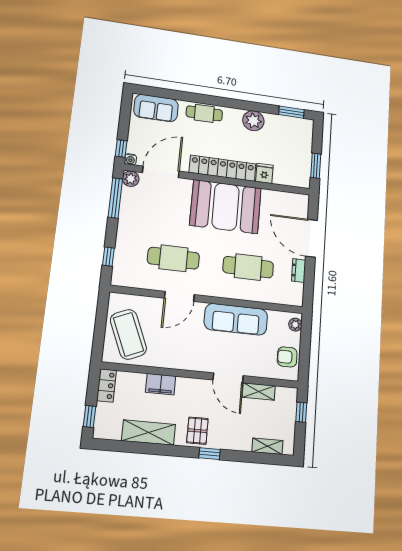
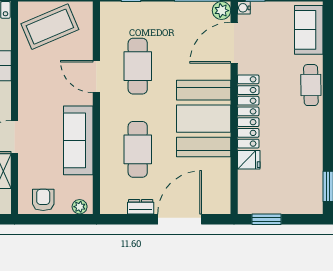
plant: (253, 121) -> (311, 142), removed
door: (161, 172) -> (234, 43), swing flipped

